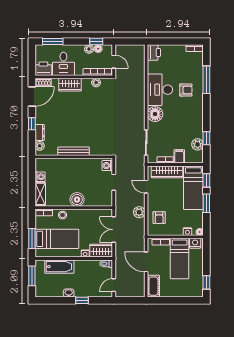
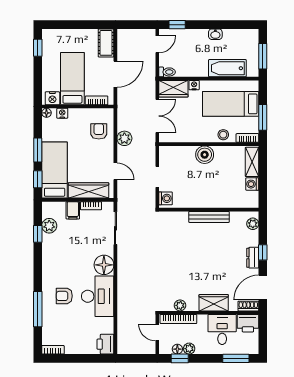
dresser: (40, 132) -> (253, 258), moved
window: (32, 239) -> (263, 117), moved
door: (146, 262) -> (115, 74), hinge flipped
window: (82, 300) -> (177, 25), moved

